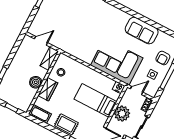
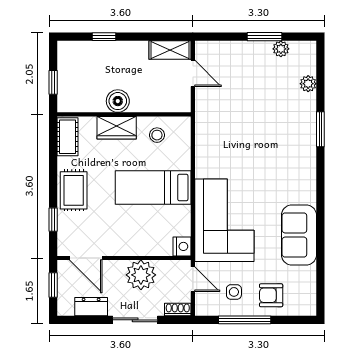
shelving: (49, 59) -> (170, 50), moved
bed: (95, 100) -> (153, 187), moved, turned -90

